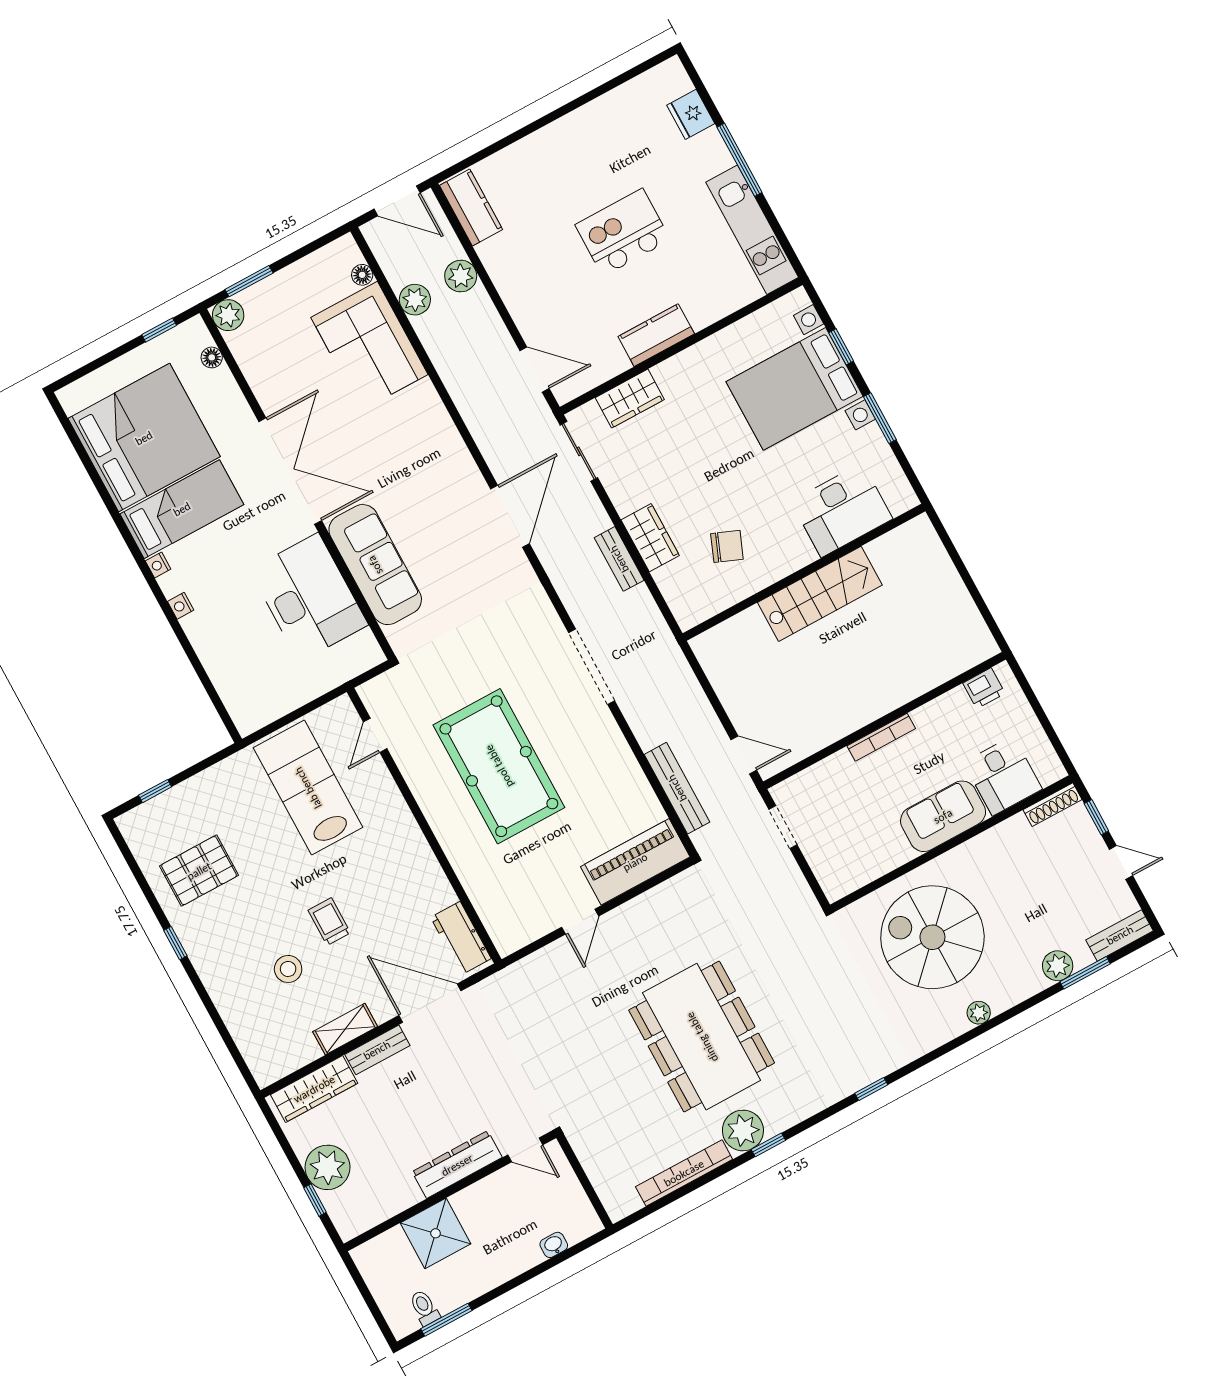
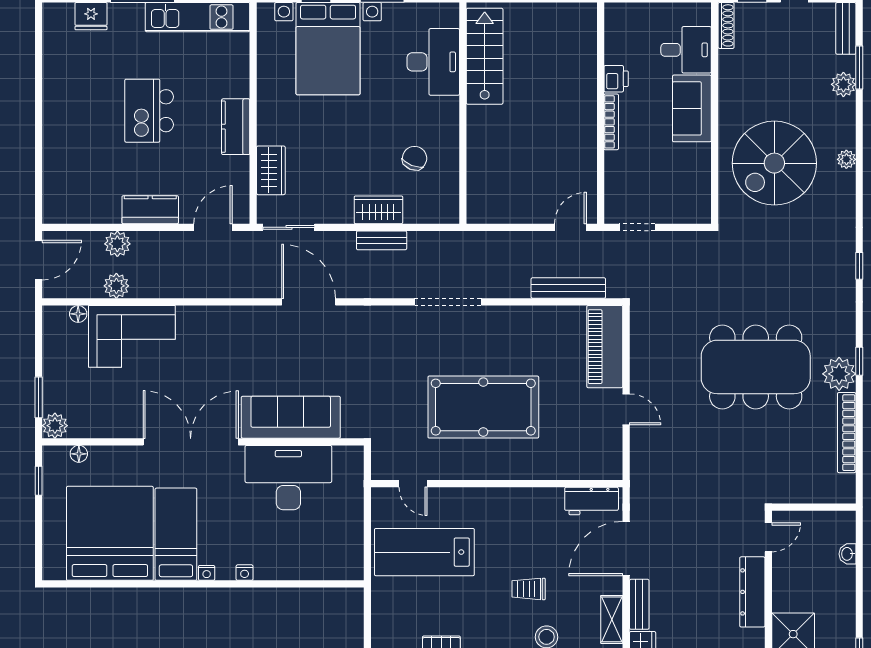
kitchen counter: (471, 207) -> (150, 210), moved
stairs: (820, 594) -> (485, 56), moved
printer: (984, 688) -> (616, 79), moved

